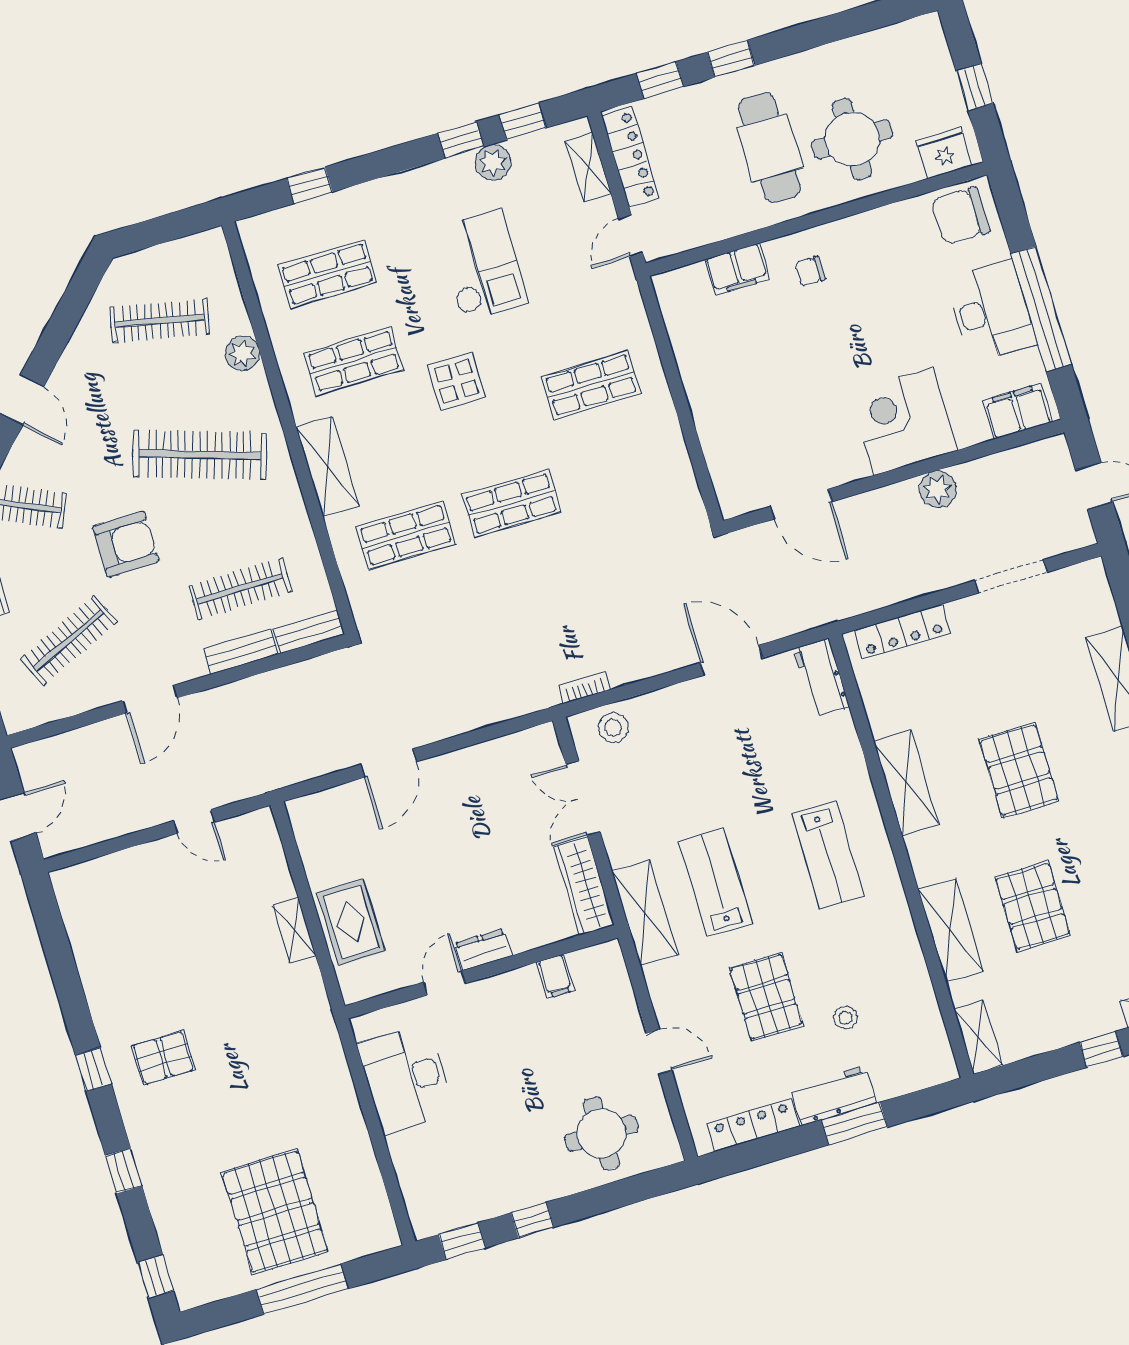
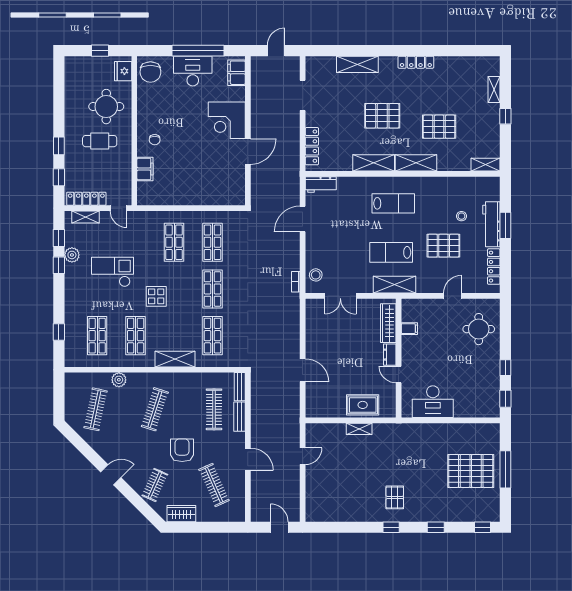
cafe table: (770, 148) -> (100, 141), width x0.73, depth x0.74
clothes rail: (200, 455) -> (155, 409), width x0.73, depth x0.76
shop shelf: (617, 472) -> (212, 242), added
plant: (938, 489) -> (258, 114), removed
door: (801, 504) -> (248, 152), moved
wardrobe: (584, 886) -> (388, 323), moved, turned 90
shelving: (951, 931) -> (416, 163), moved
workbench: (833, 1095) -> (491, 224), width x1.38

